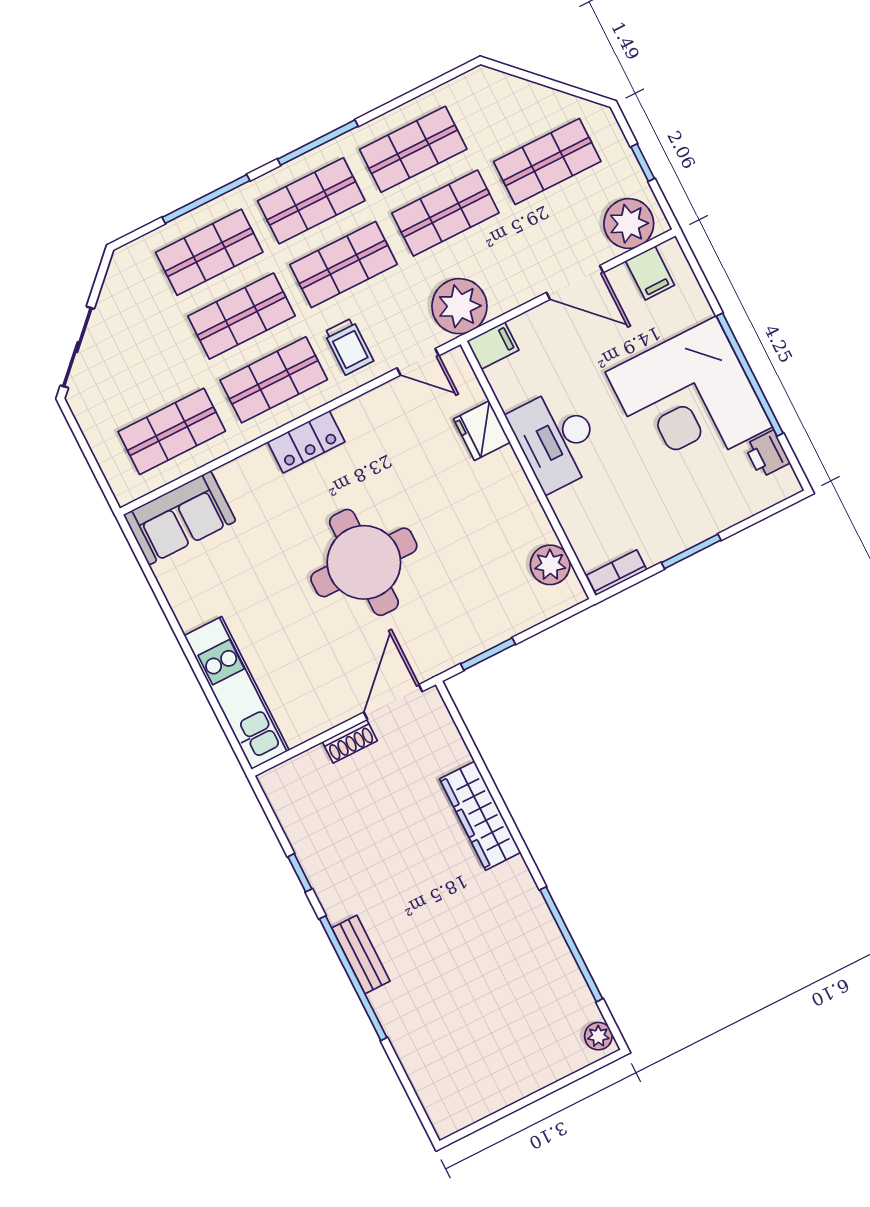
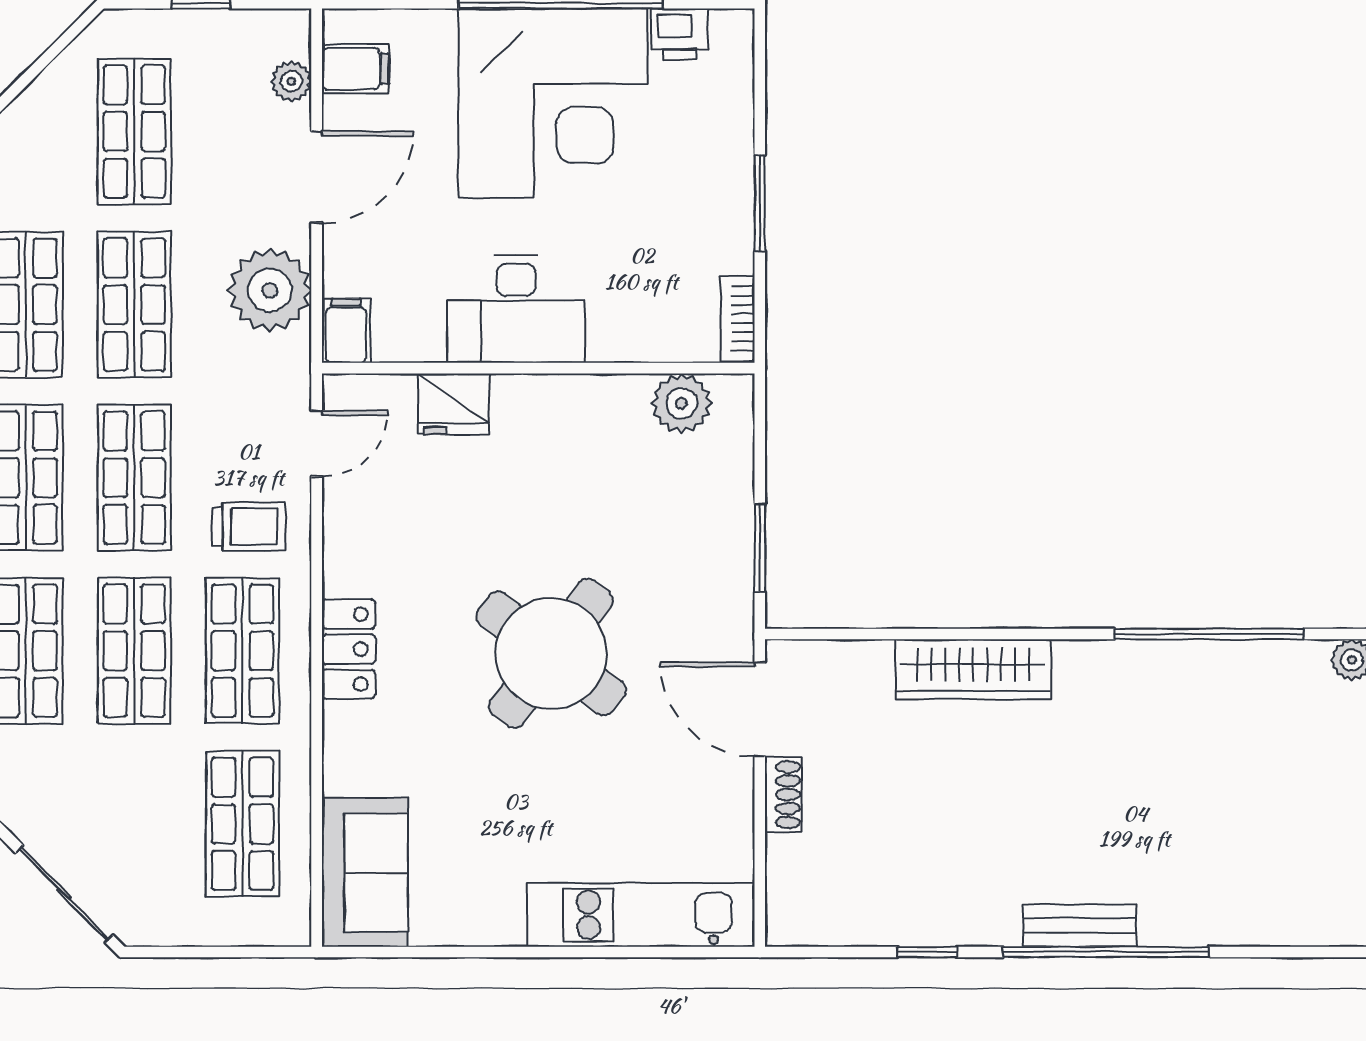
plant: (629, 224) -> (291, 81), width x0.53, depth x0.53
plant: (459, 306) -> (270, 290), moved
round table: (364, 562) -> (551, 653), turned 37

